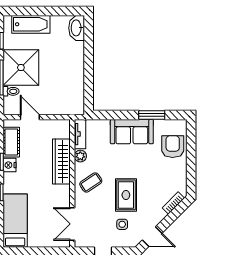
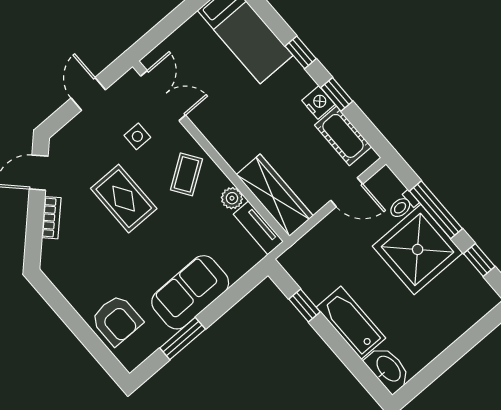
bathtub: (31, 24) -> (351, 323), moved, turned 90
window: (89, 85) -> (305, 305), added
wardrobe: (61, 162) -> (275, 195), moved
bookcase: (173, 203) -> (51, 218), moved
side table: (122, 224) -> (137, 136), moved

